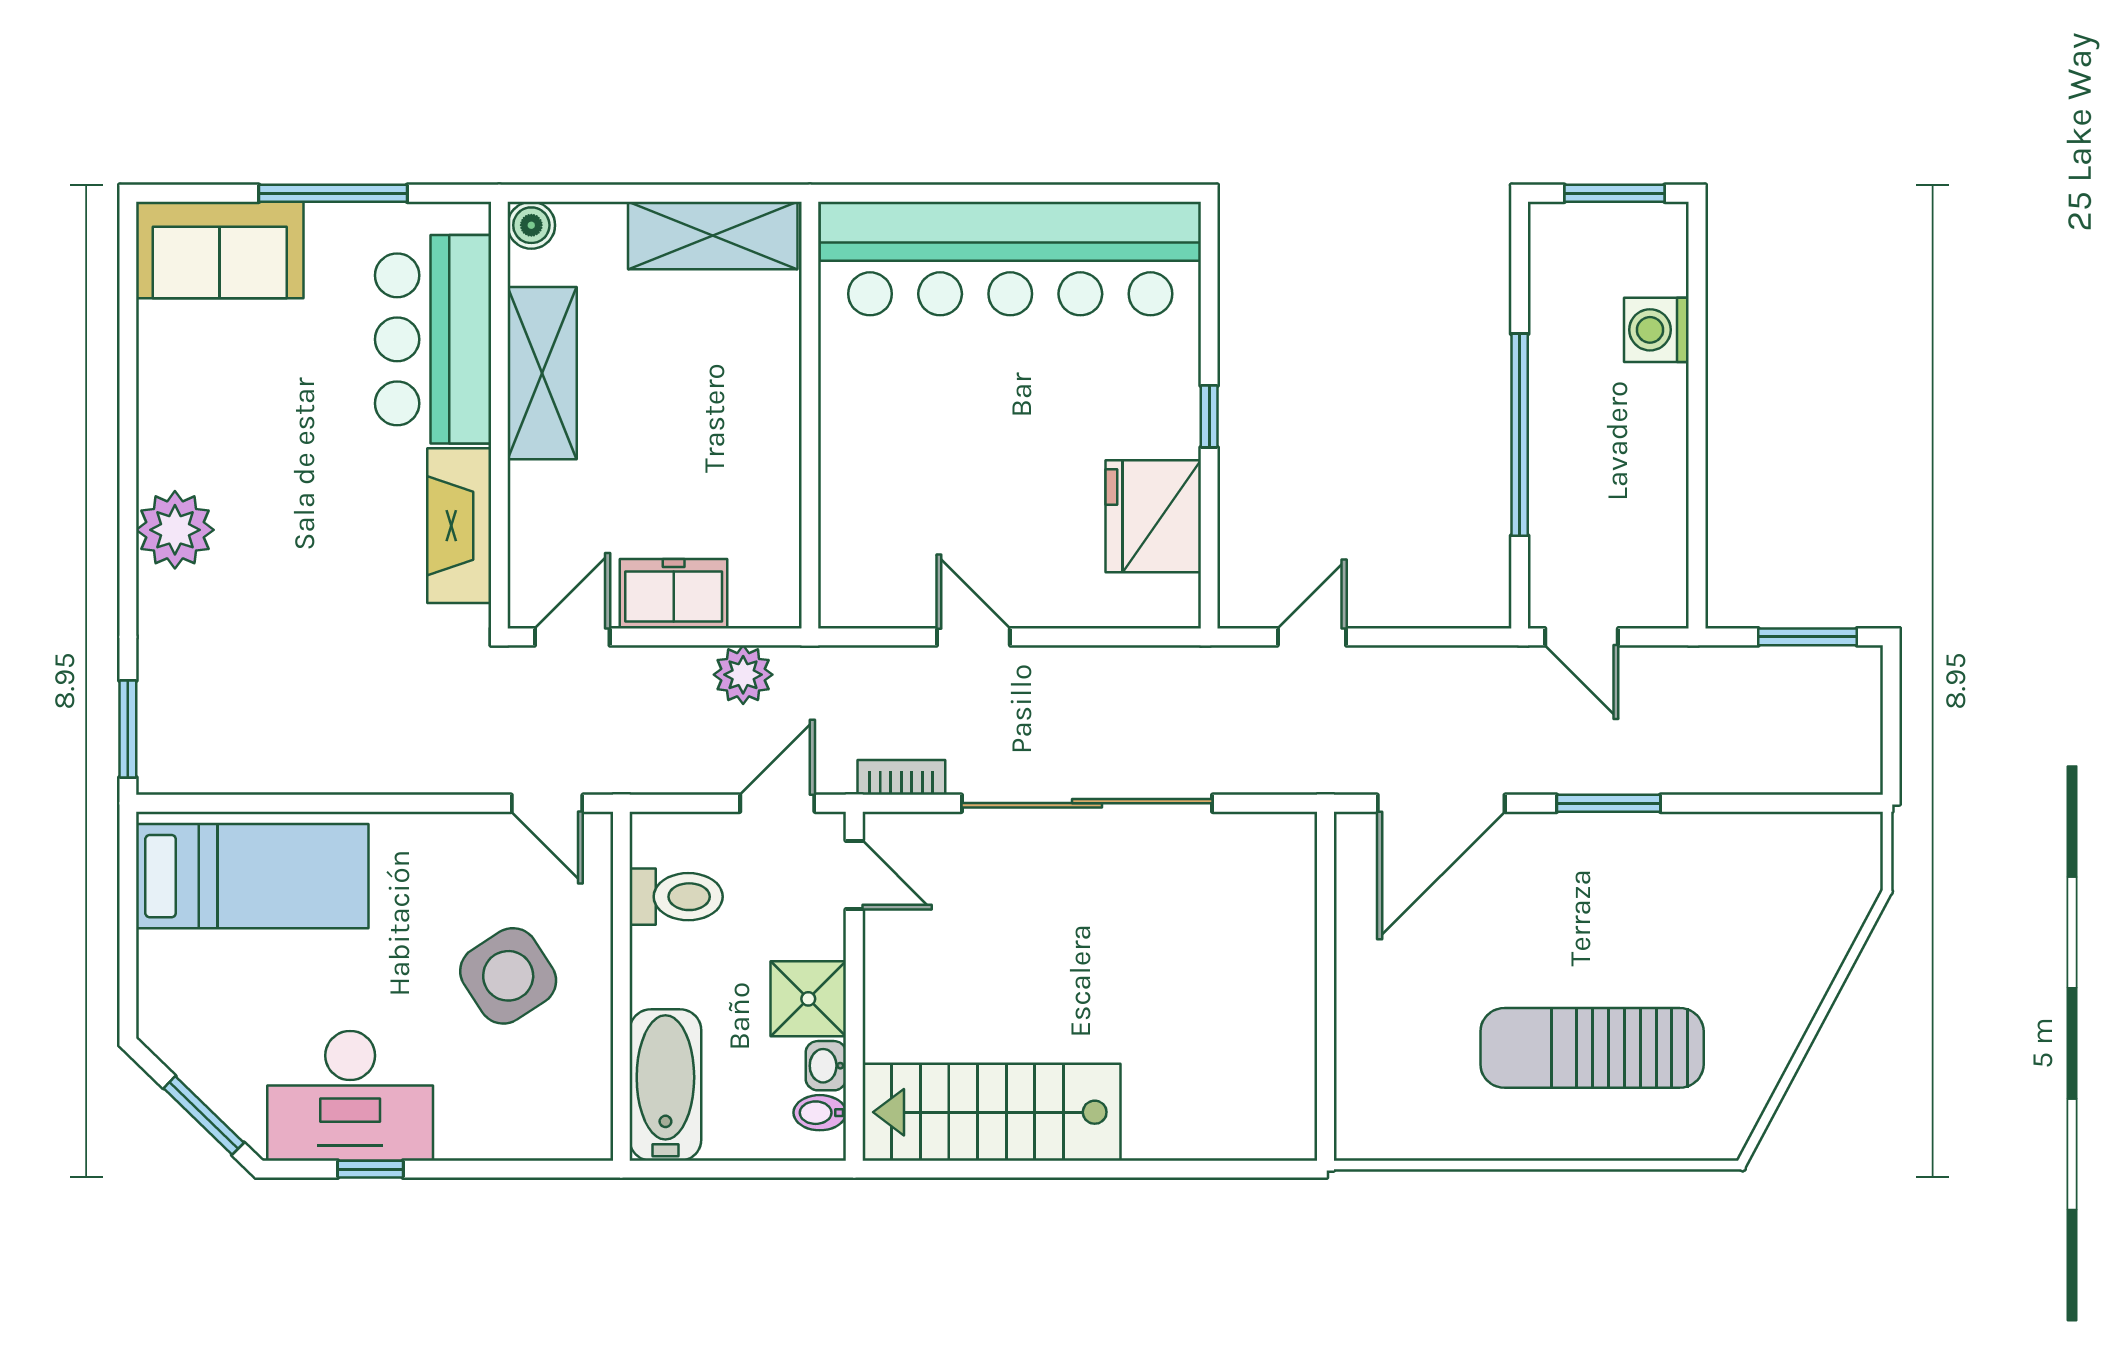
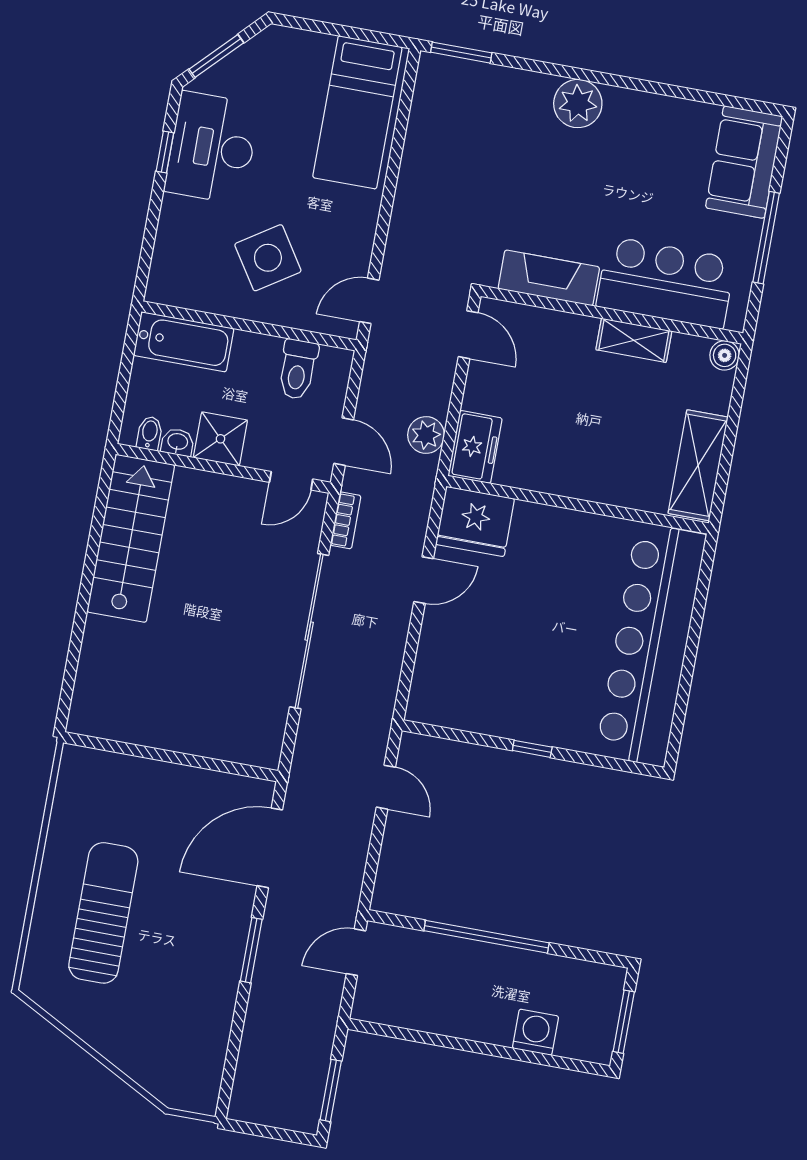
shelving: (542, 373) -> (634, 340), width x0.67, depth x0.75
fridge: (1153, 516) -> (475, 521), moved, turned 180
freezer: (674, 594) -> (475, 447), moved
door: (1441, 803) -> (270, 848), hinge flipped

